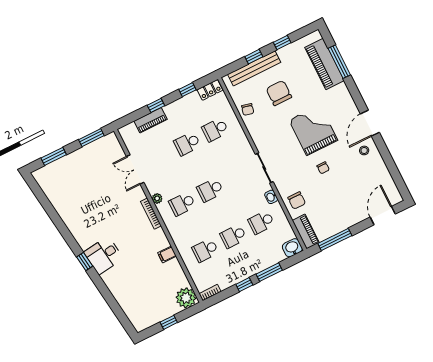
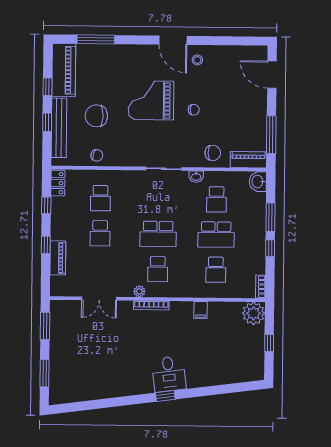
piano: (324, 64) -> (64, 70), moved, turned -90
school desk: (210, 190) -> (158, 234), width x1.85
school desk: (233, 236) -> (216, 235), width x1.85

